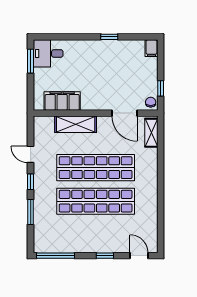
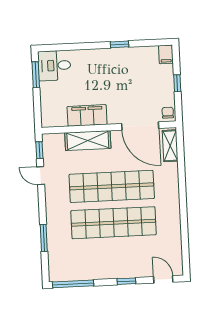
window: (161, 88) -> (177, 83), moved
filing cabinet: (62, 101) -> (87, 115), moved
door: (125, 113) -> (140, 126), width x1.36
window: (31, 182) -> (39, 150), moved

